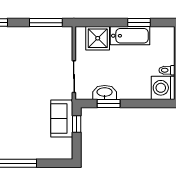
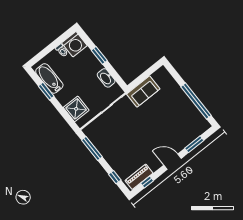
bathtub: (130, 36) -> (49, 78), moved
window: (109, 104) -> (99, 55), moved
window: (77, 124) -> (139, 80), removed

